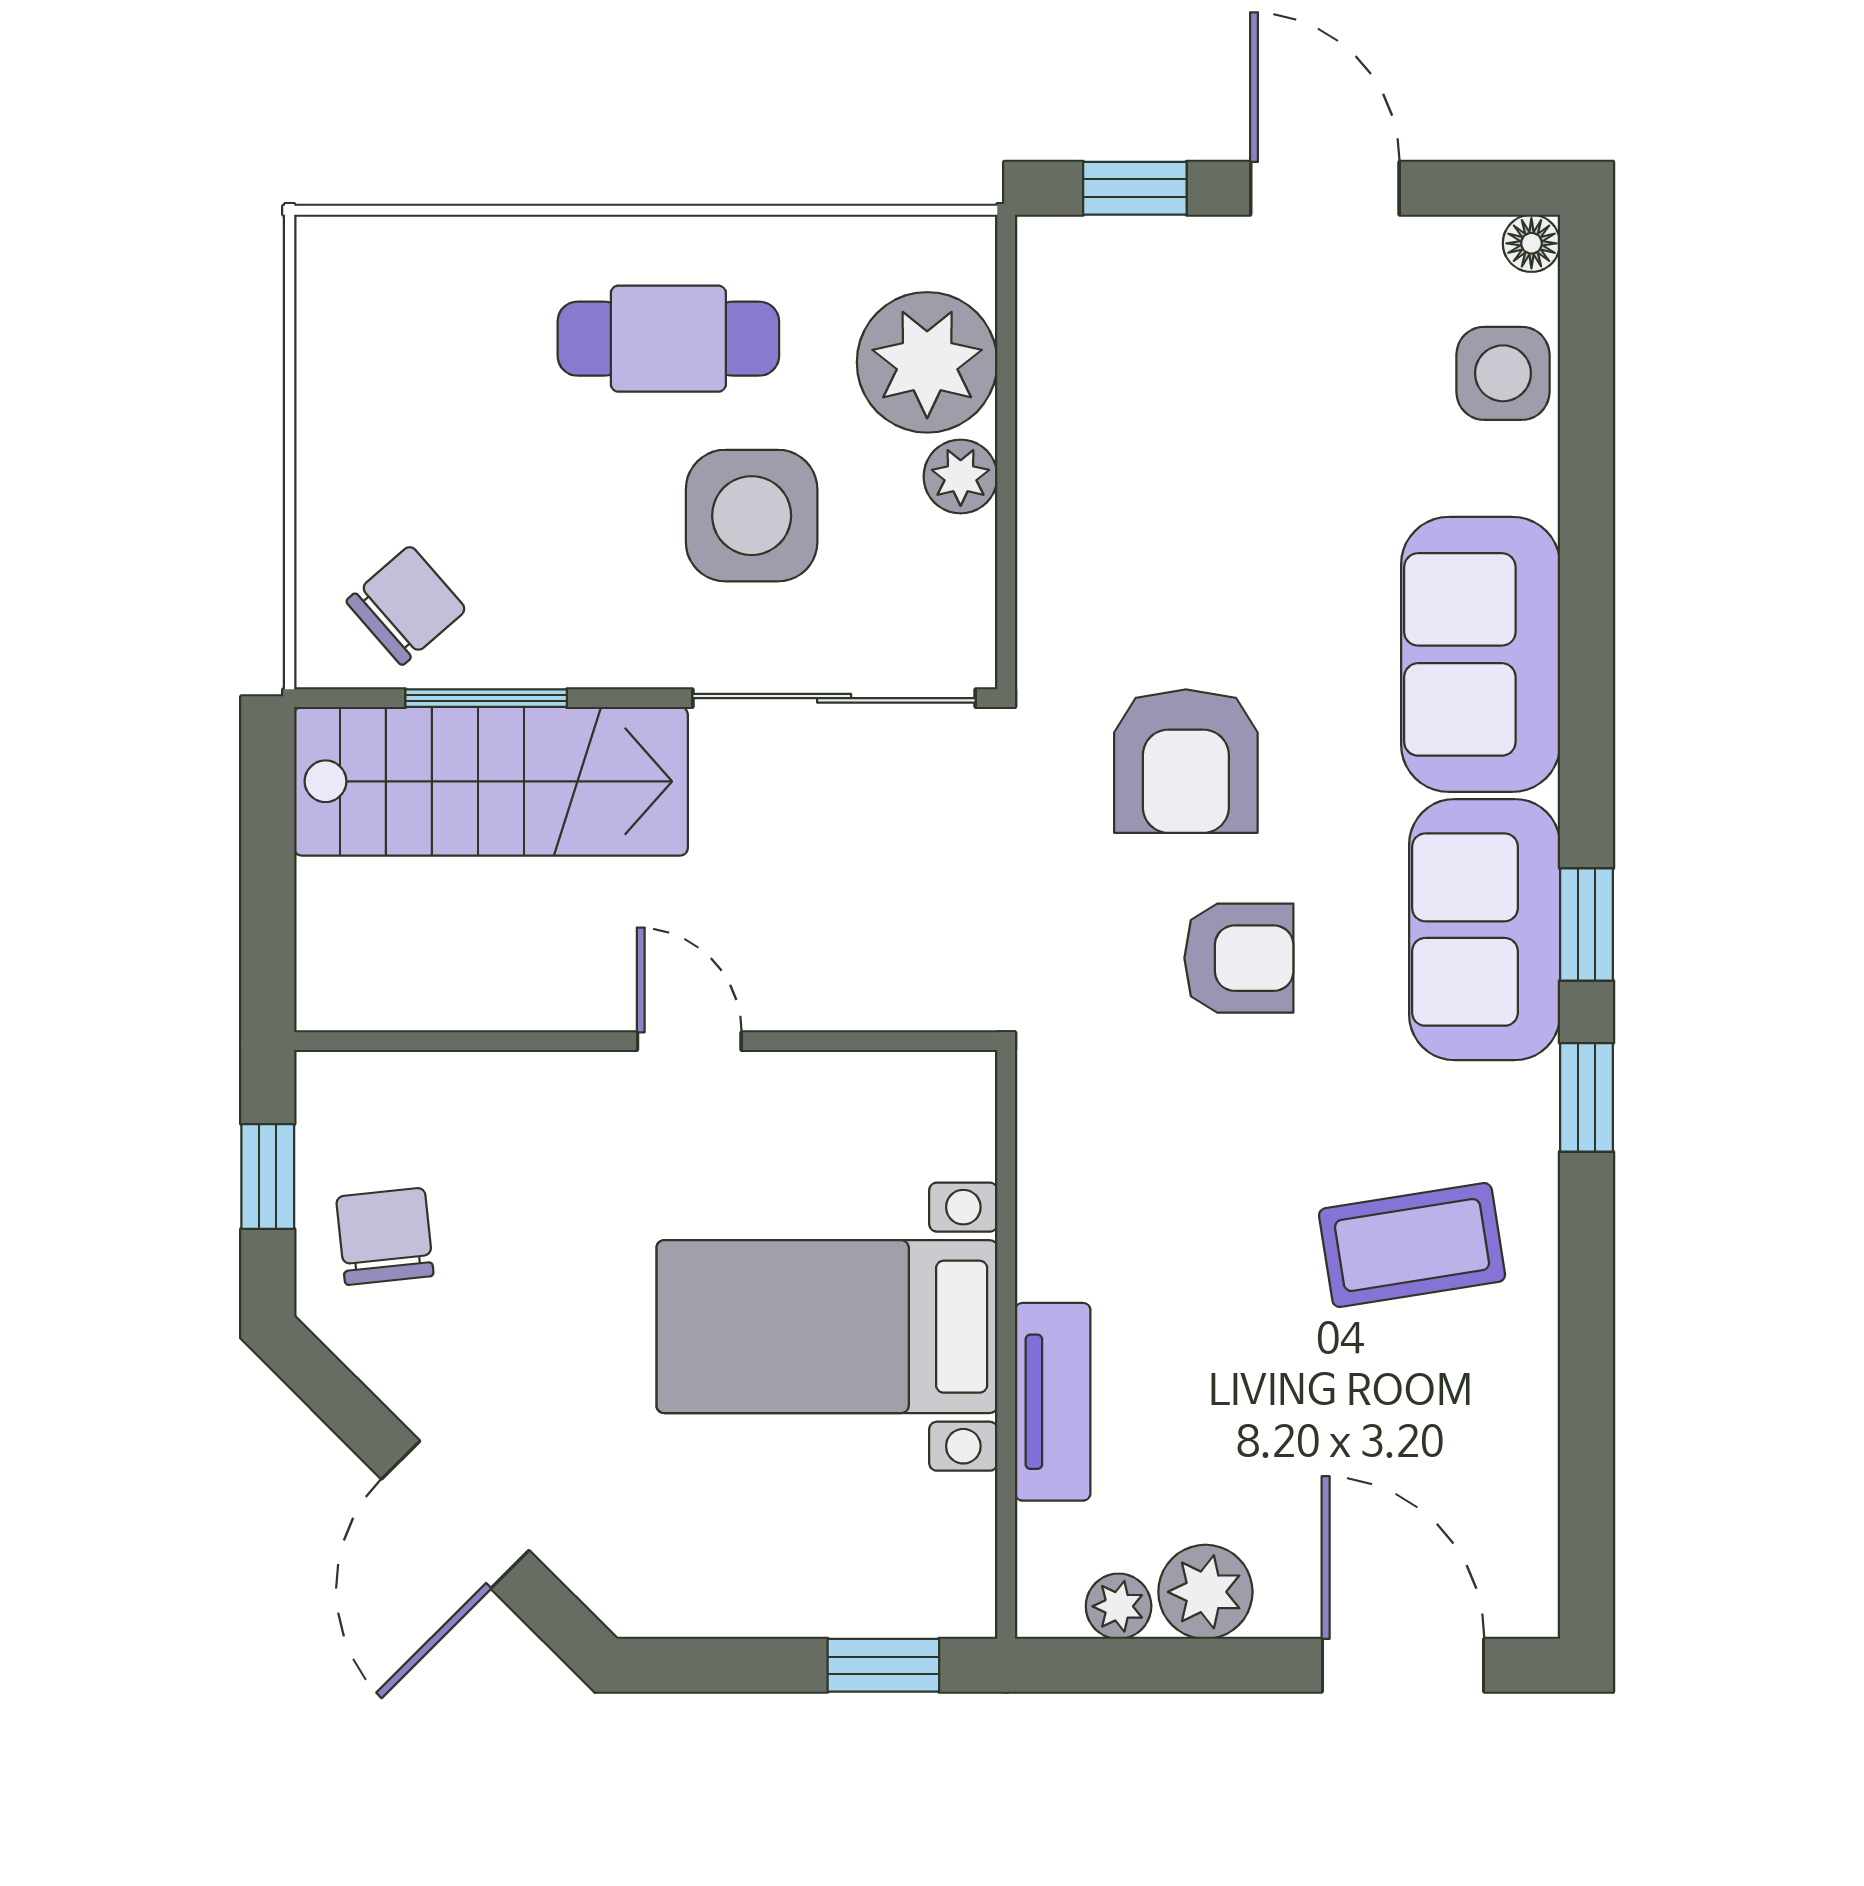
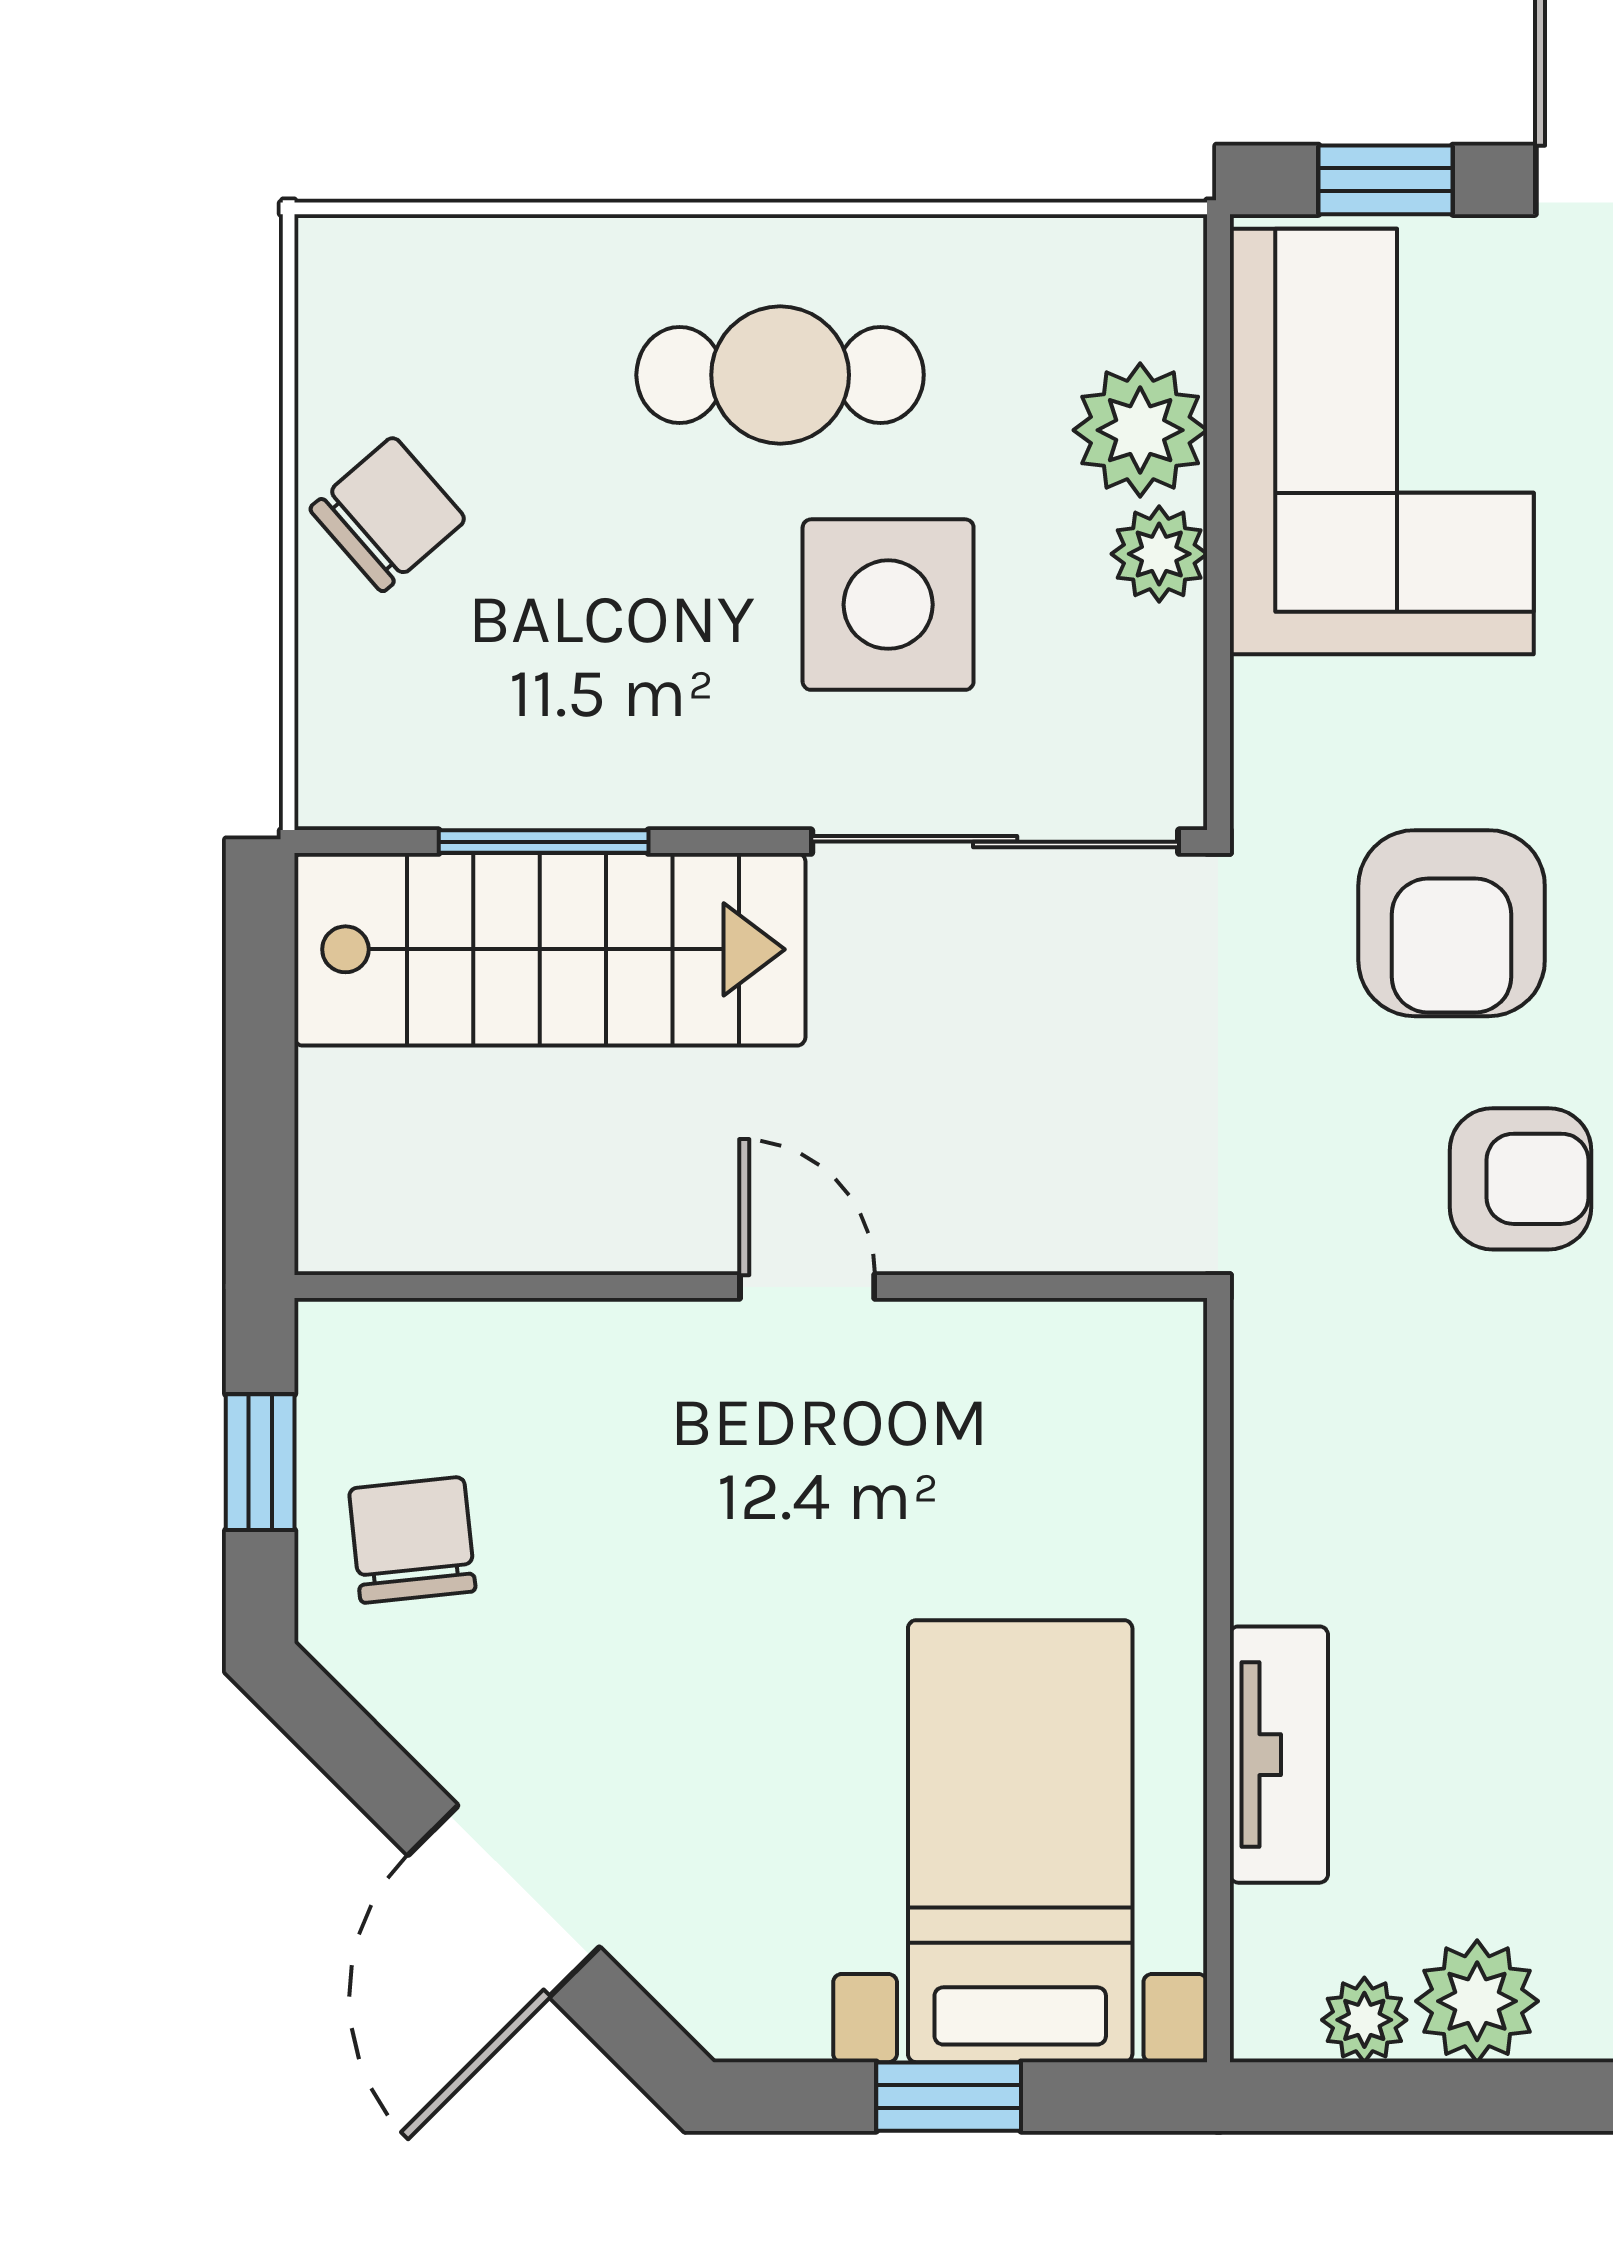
plant: (927, 362) -> (1140, 430), width x0.73, depth x0.73
corner sofa: (1132, 390) -> (1382, 442), added
chair: (406, 605) -> (388, 514), moved
bed with nightstands: (827, 1327) -> (1020, 1841), moved, turned 90
window: (883, 1665) -> (949, 2097), moved

